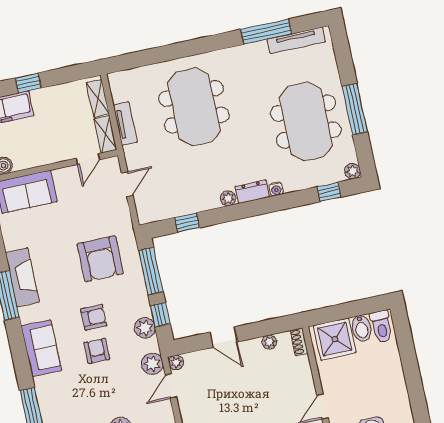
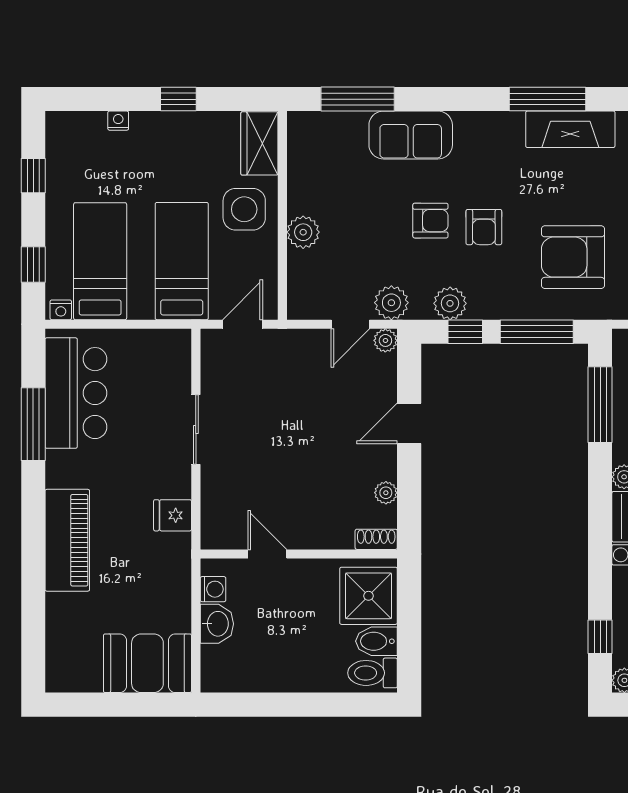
window: (187, 223) -> (600, 405), width x2.17
sofa: (41, 348) -> (411, 135), moved
door: (171, 386) -> (350, 324), swing flipped

